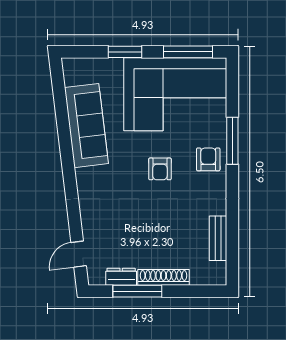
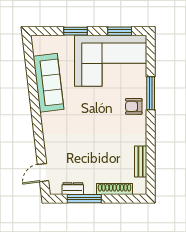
window: (188, 52) -> (120, 31), width x0.69
armchair: (208, 159) -> (134, 106), turned -90
armchair: (160, 169) -> (100, 113), removed
shoe rack: (163, 277) -> (115, 189), moved

